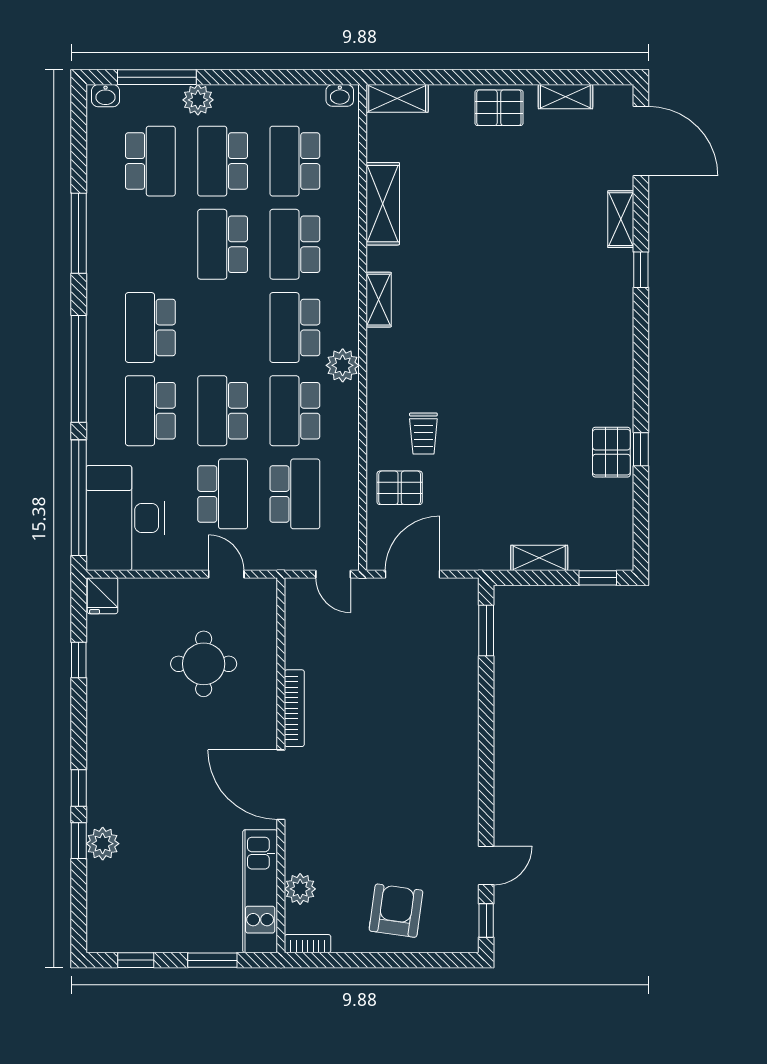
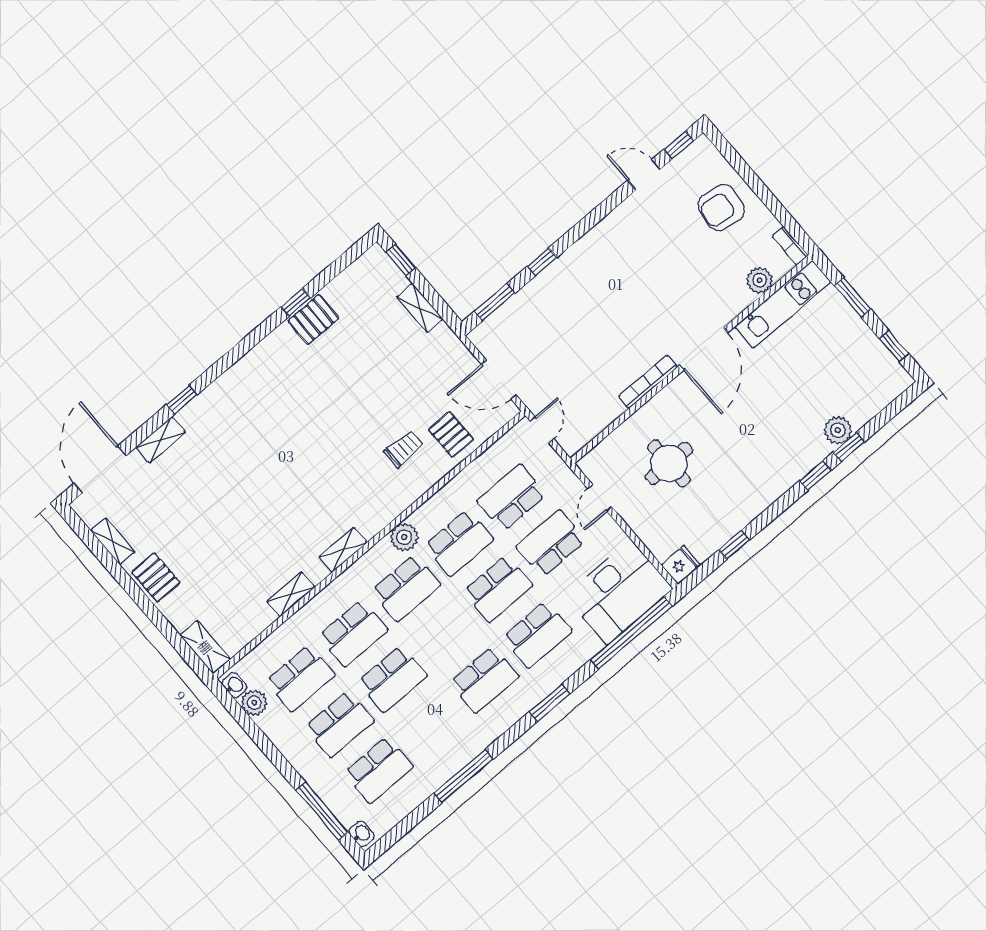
plant: (198, 100) -> (254, 703), moved
school desk: (150, 161) -> (379, 770), turned 180
shelving: (383, 204) -> (291, 594), width x0.67, depth x0.75
window: (79, 369) -> (549, 703), width x0.47
window: (486, 705) -> (542, 262), added

